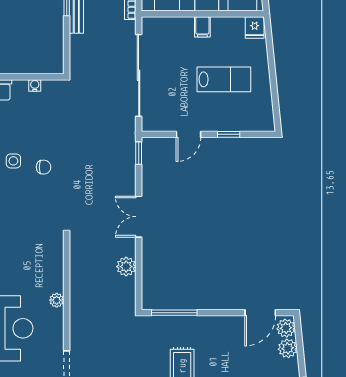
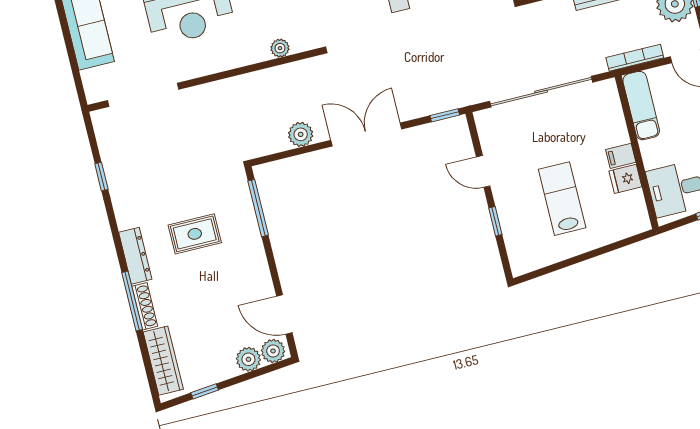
fridge: (255, 28) -> (625, 179), moved
lab bench: (224, 79) -> (562, 199), turned 180
double door: (139, 217) -> (366, 135), width x1.37
plant: (57, 300) -> (280, 48), moved

